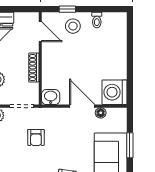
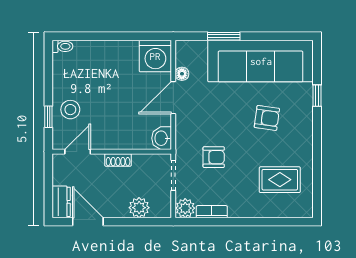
toilet: (97, 20) -> (62, 46), moved
shoe rack: (34, 68) -> (118, 160), width x0.70

